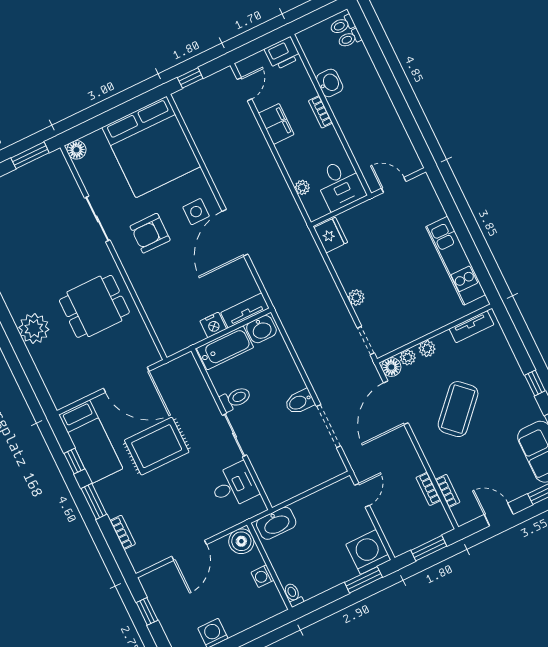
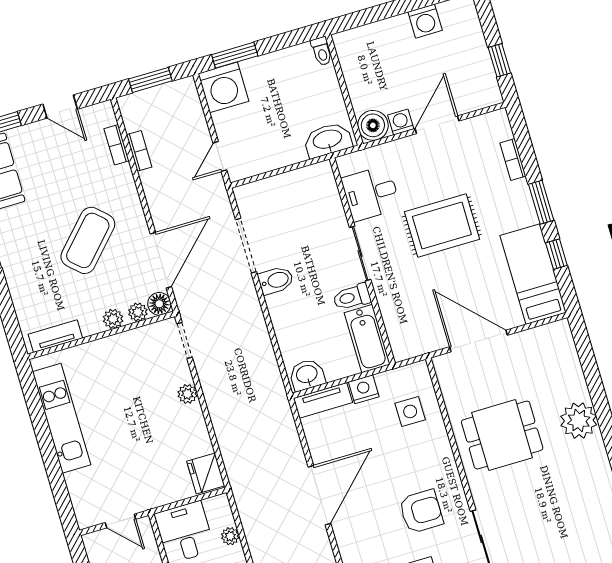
side table: (196, 212) -> (410, 411), moved
bathtub: (225, 348) -> (367, 339), moved, turned -90
rug: (157, 446) -> (442, 225), moved
washing machine: (262, 576) -> (401, 122), moved, turned -90

